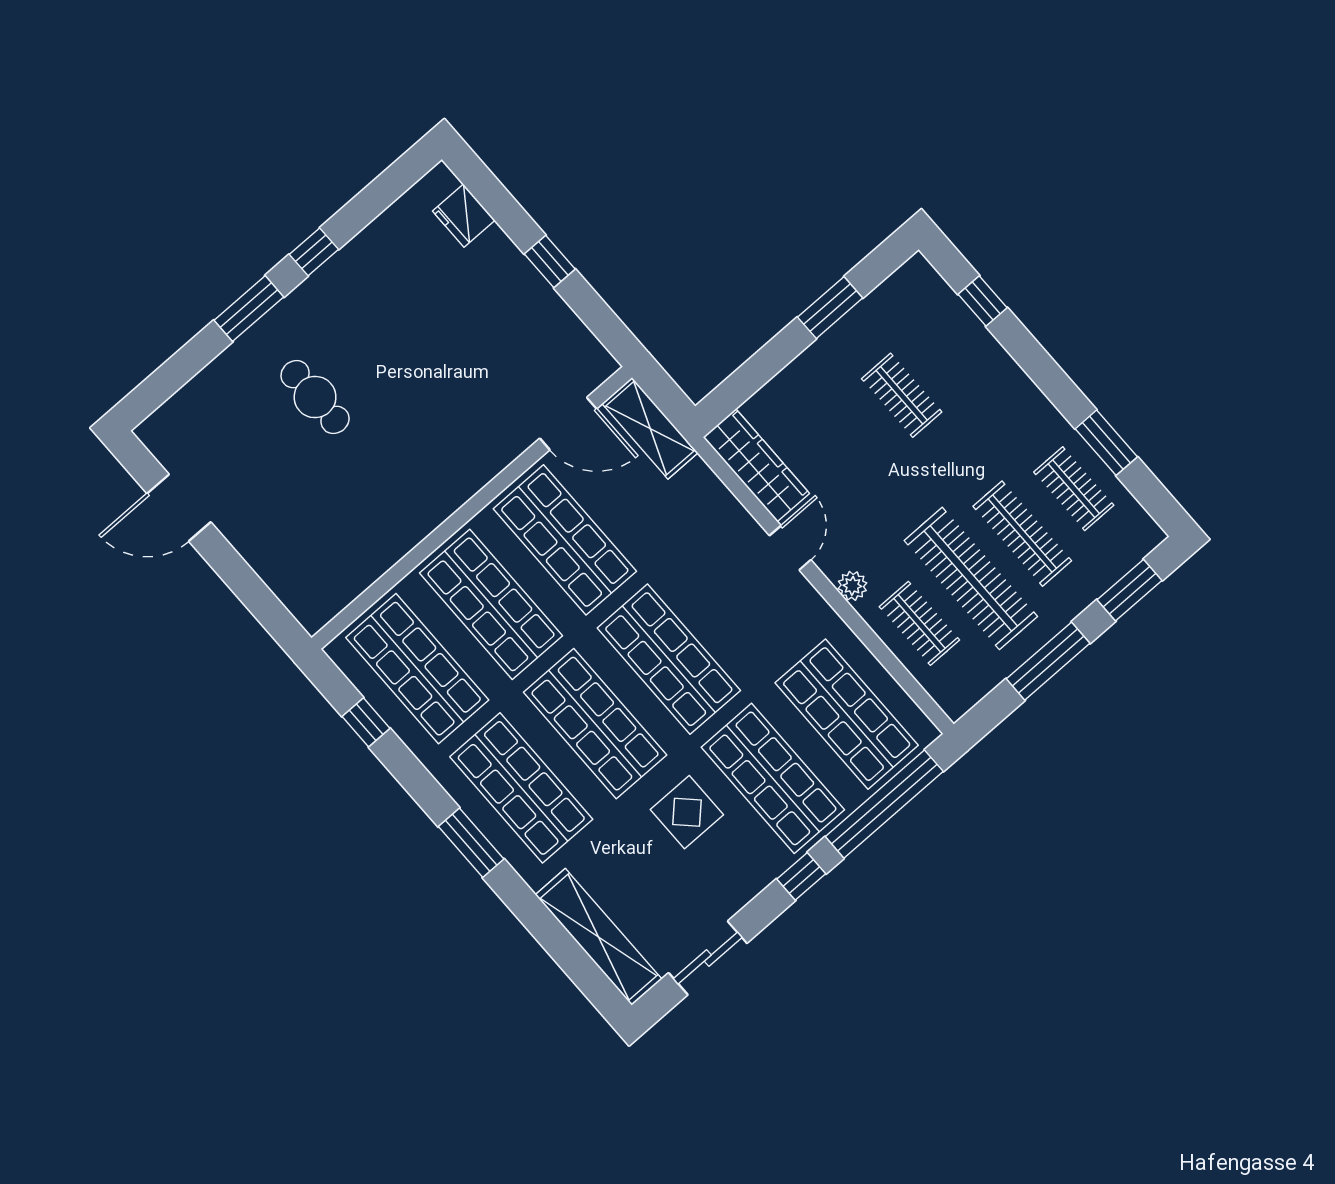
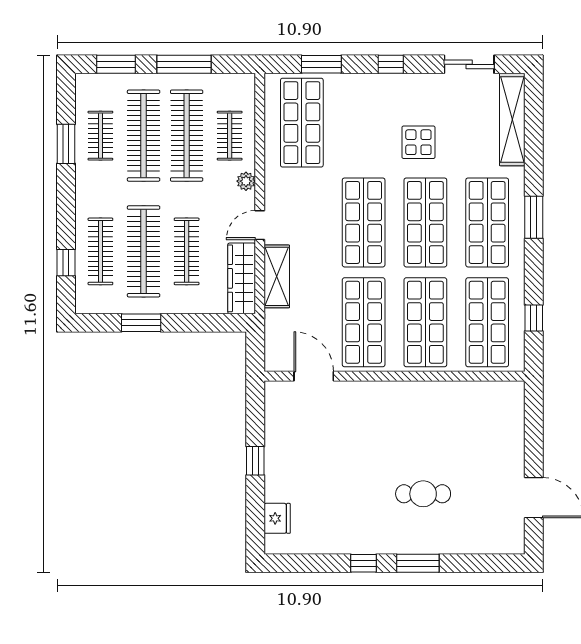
clothes rail: (953, 350) -> (100, 251), added
clothes rail: (902, 395) -> (144, 251), width x1.86, depth x1.31
cafe table: (315, 397) -> (423, 494), turned 90
shelving: (650, 428) -> (277, 276), moved
clothes rail: (850, 440) -> (187, 251), added
clothes rail: (1022, 534) -> (144, 136), width x1.37, depth x1.31
shop shelf: (773, 778) -> (364, 123), removed
window: (884, 804) -> (321, 64), width x0.47

